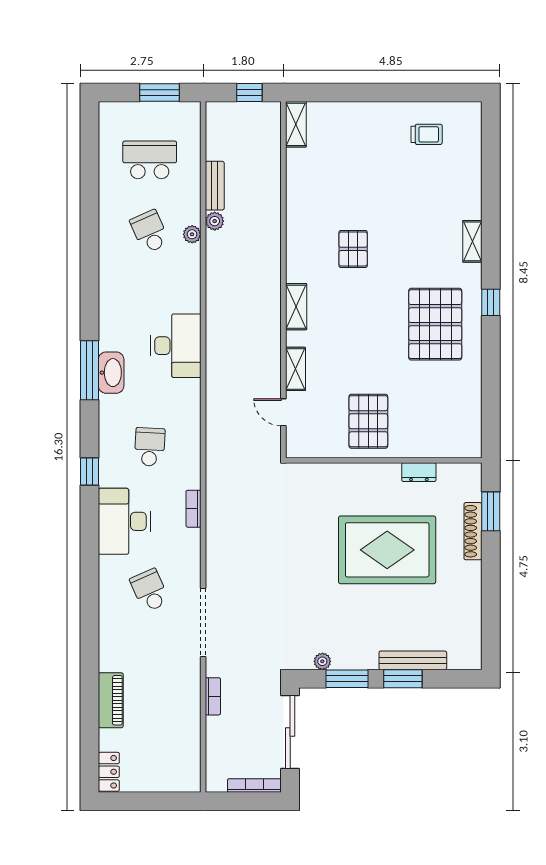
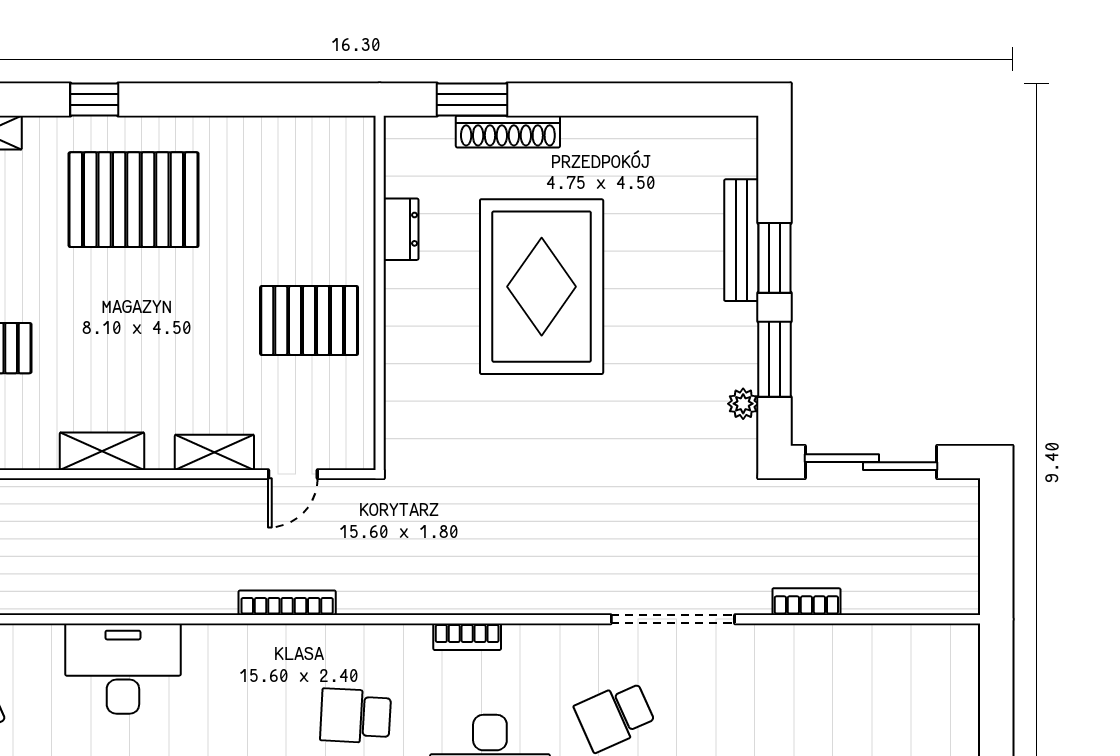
desk: (176, 346) -> (123, 669), moved
bookcase: (254, 786) -> (287, 603), moved, turned 90

